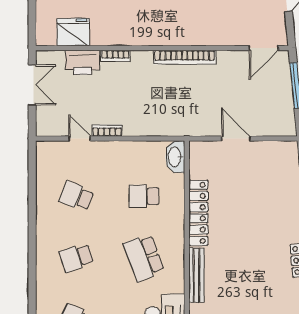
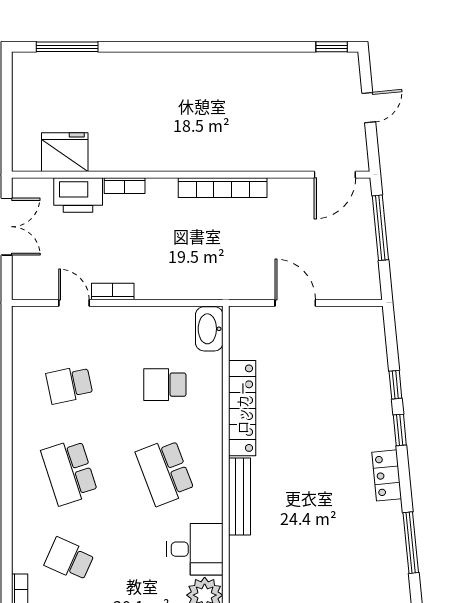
school desk: (76, 196) -> (69, 385), turned -33
school desk: (76, 258) -> (69, 472), width x1.85

